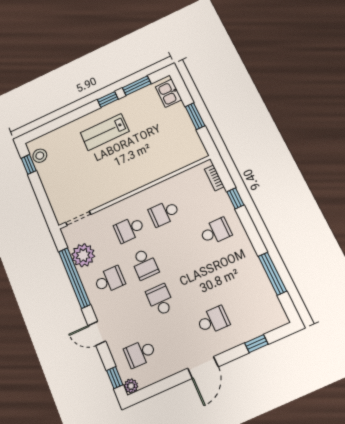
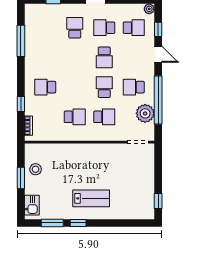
stool: (40, 156) -> (36, 169), moved
school desk: (213, 320) -> (75, 28), turned 90
school desk: (176, 337) -> (104, 28), added
window: (115, 378) -> (158, 29), moved

